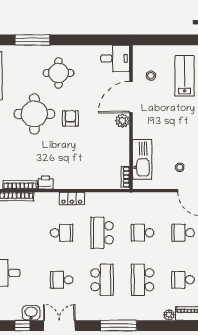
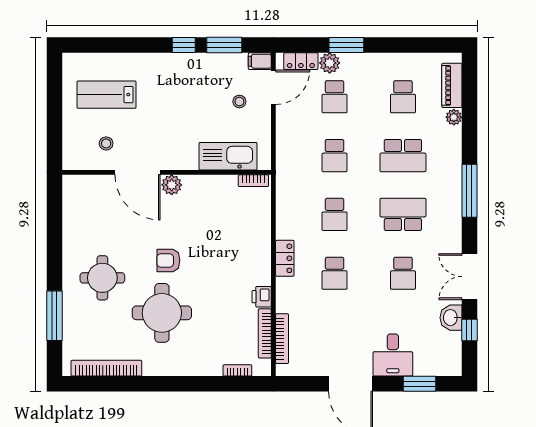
desk: (115, 58) -> (81, 195), removed
school desk: (62, 233) -> (335, 273), turned 180
school desk: (102, 233) -> (335, 214), width x0.54

